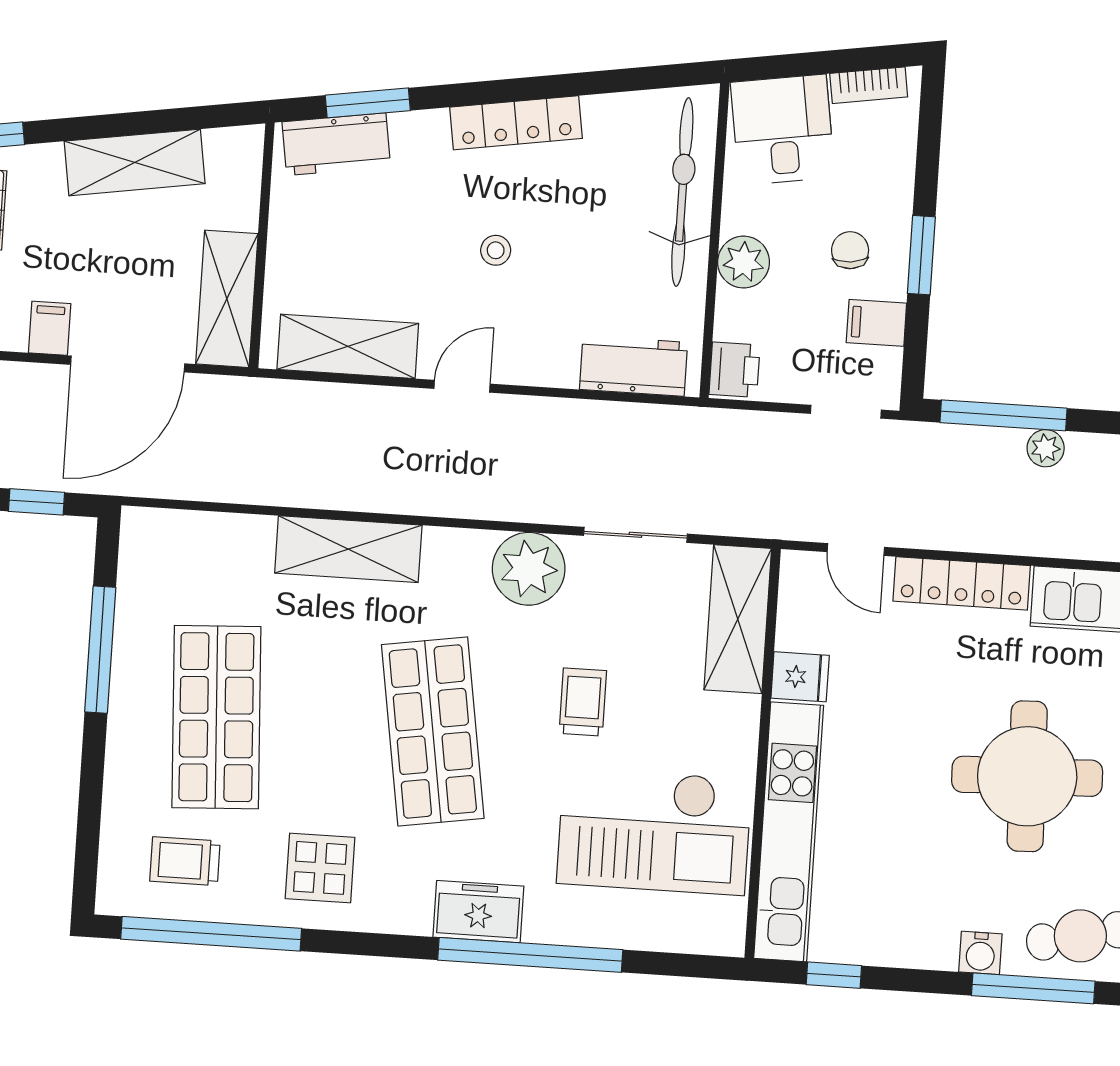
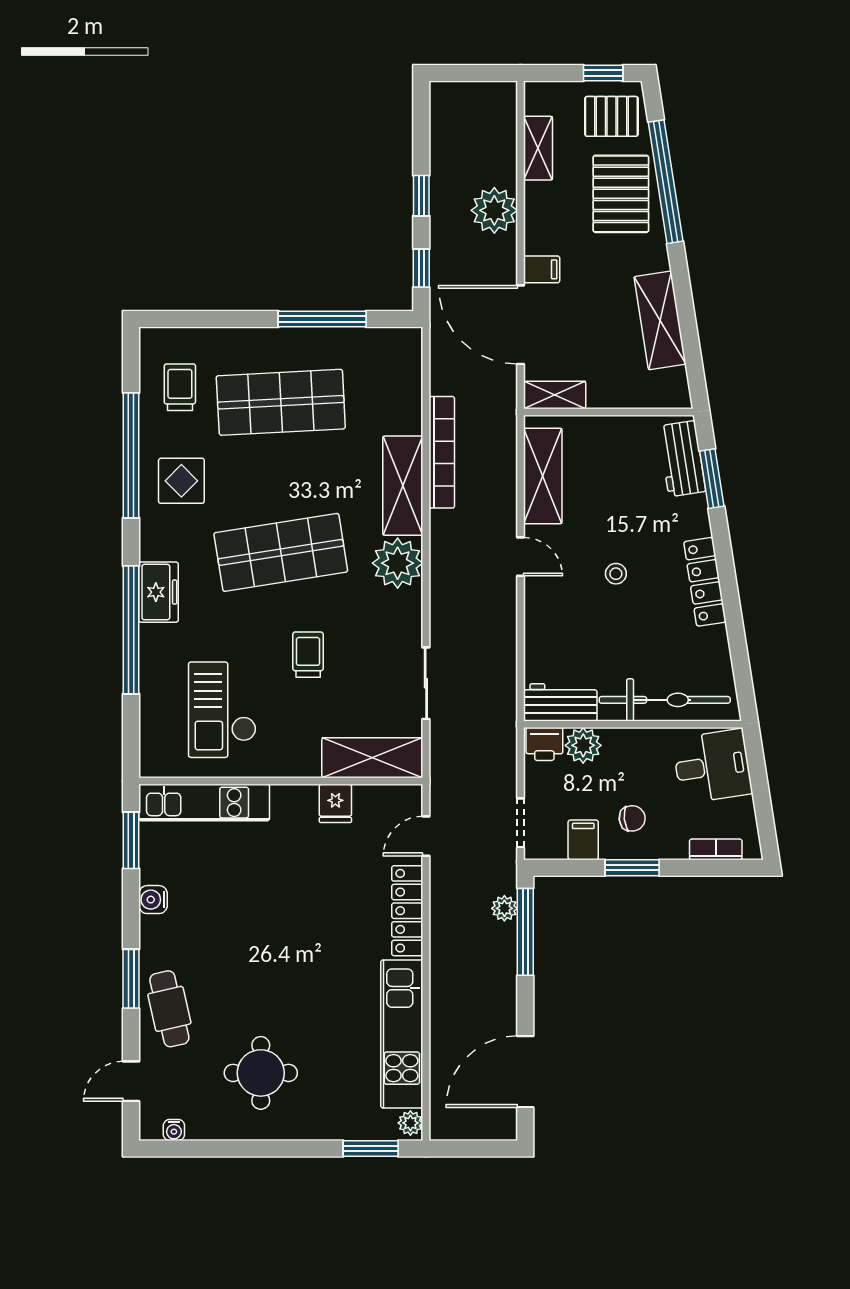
bookcase: (869, 85) -> (716, 849), moved, turned 99
plant: (744, 262) -> (583, 745), moved
shelving: (227, 299) -> (555, 395), width x0.67, depth x0.75
workbench: (634, 366) -> (561, 702), moved, turned -90
plant: (1046, 448) -> (504, 908), moved
bookcase: (304, 490) -> (442, 452), added
plant: (529, 569) -> (398, 563), moved
trolley: (583, 702) -> (308, 655), turned -90
round table: (1027, 776) -> (277, 965), removed
checkout: (654, 831) -> (222, 710), width x0.73, depth x0.83
kitchen unit: (789, 832) -> (204, 803), width x0.73
window: (211, 934) -> (131, 455), moved
water cooler: (980, 953) -> (153, 900), moved
window: (834, 975) -> (131, 840), width x1.50
window: (1033, 988) -> (131, 979), width x0.69

